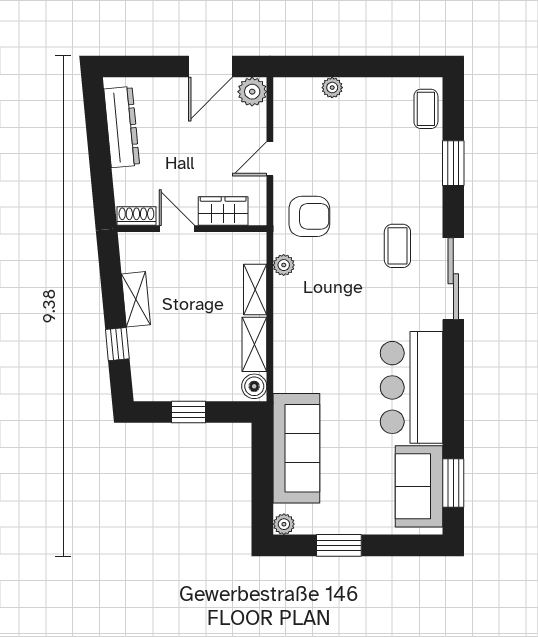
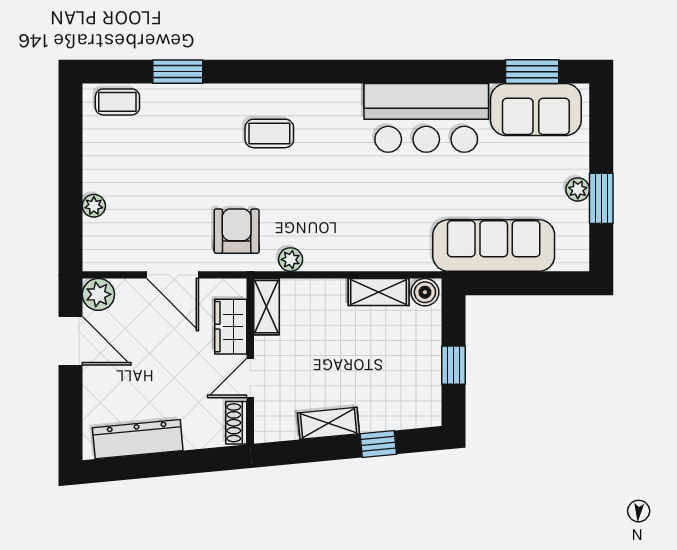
door: (270, 159) -> (173, 275), width x1.38
sliding door: (453, 279) -> (306, 72), removed
shelving: (255, 290) -> (266, 307), moved, turned 90
plant: (284, 524) -> (578, 189), moved

